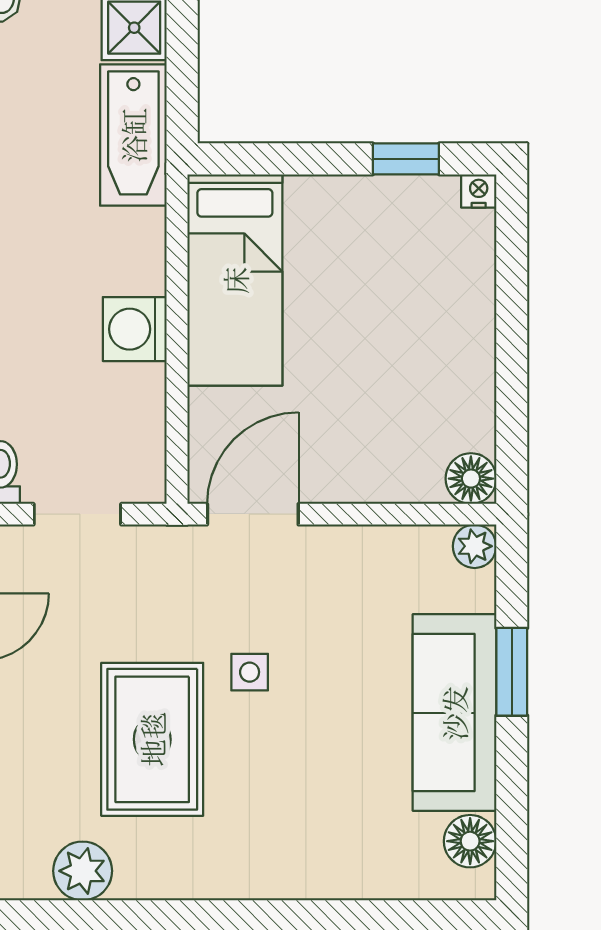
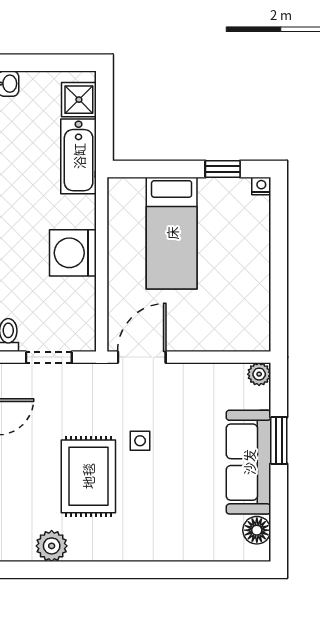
bed: (235, 280) -> (172, 233), moved
washing machine: (135, 329) -> (73, 253), width x1.37, depth x1.37
floor lamp: (471, 479) -> (257, 338), removed

